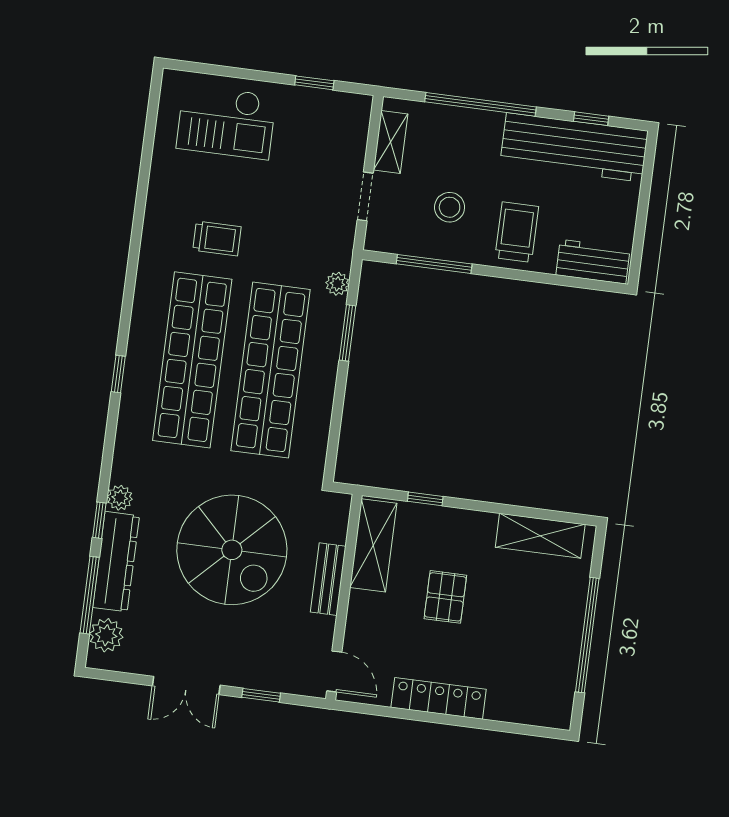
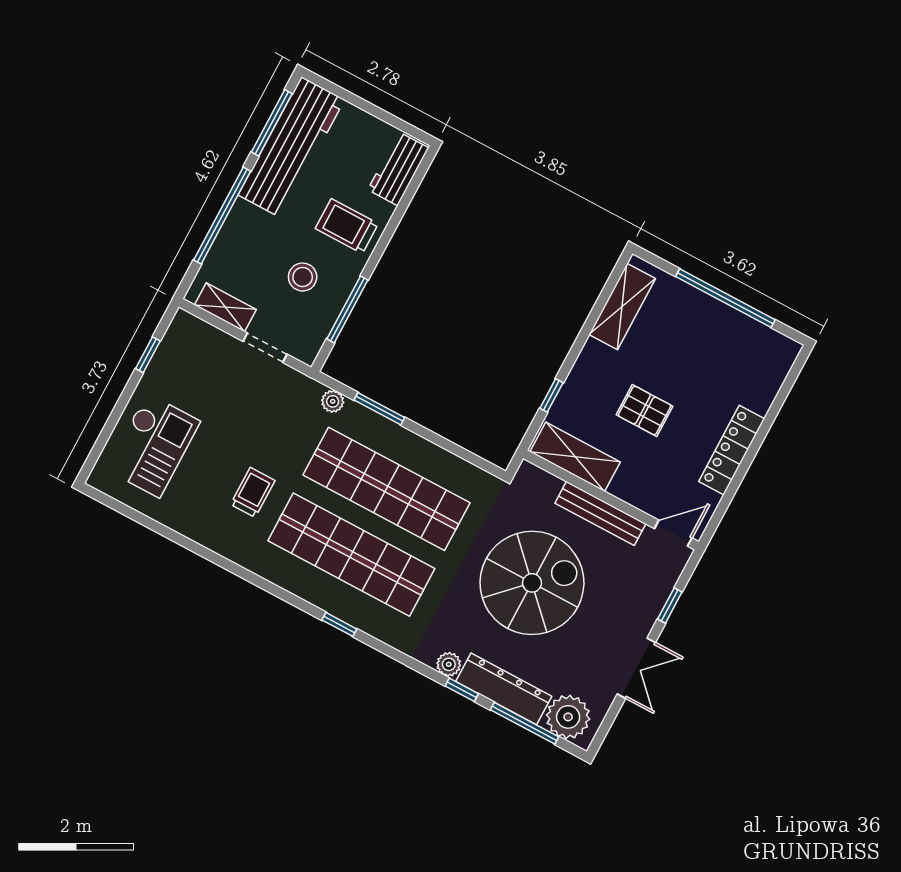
window: (591, 119) -> (272, 123), width x2.17
bench: (328, 579) -> (600, 513), width x1.36
plant: (106, 635) -> (568, 717), width x1.36, depth x1.36

